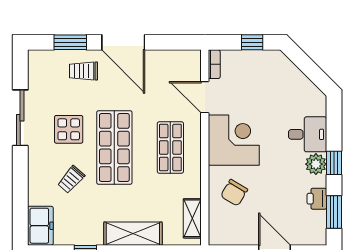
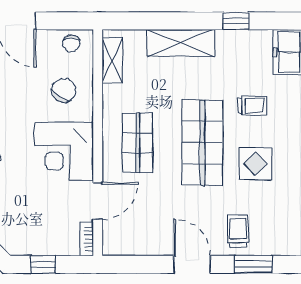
door: (123, 42) -> (192, 264), width x0.73
trolley: (84, 71) -> (238, 231), turned -90
door: (205, 97) -> (98, 201), hinge flipped
trolley: (71, 179) -> (252, 106), turned 49
chair: (228, 233) -> (71, 44), added

